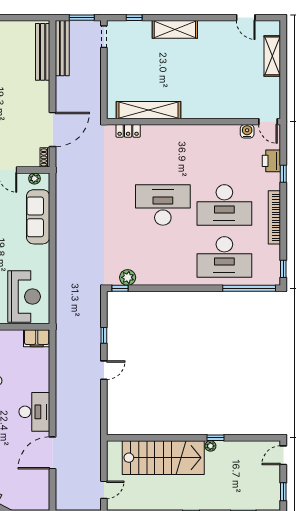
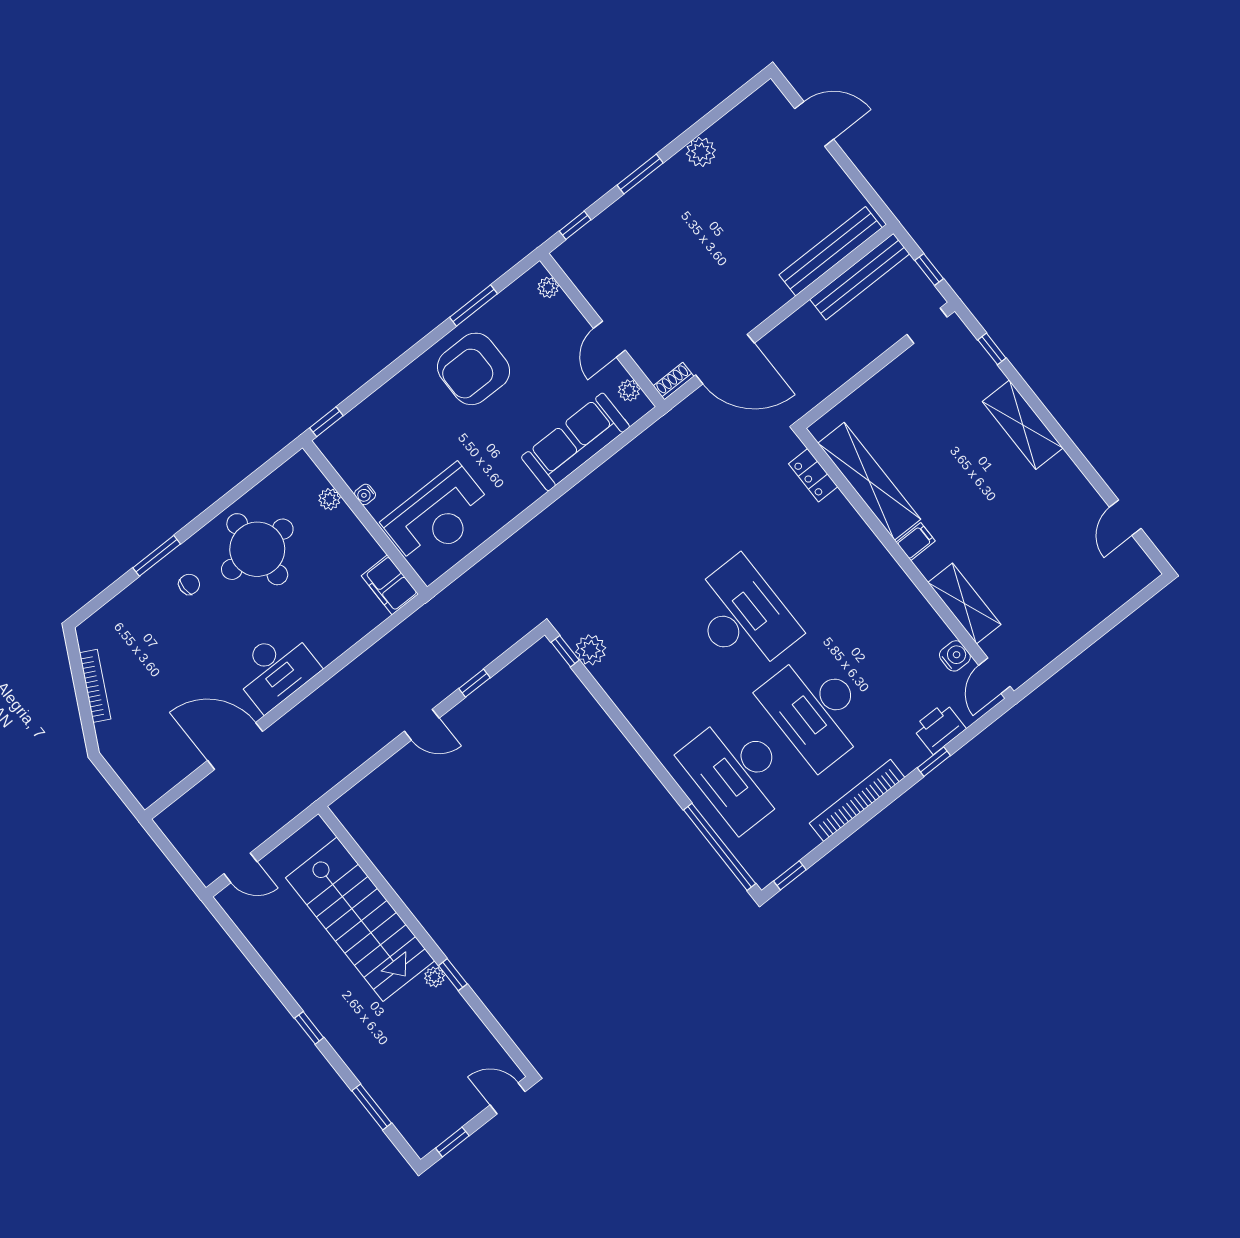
window: (82, 18) -> (929, 269), width x0.67
shelving: (272, 56) -> (964, 603), moved, turned 90
filing cabinet: (188, 111) -> (916, 542), added

